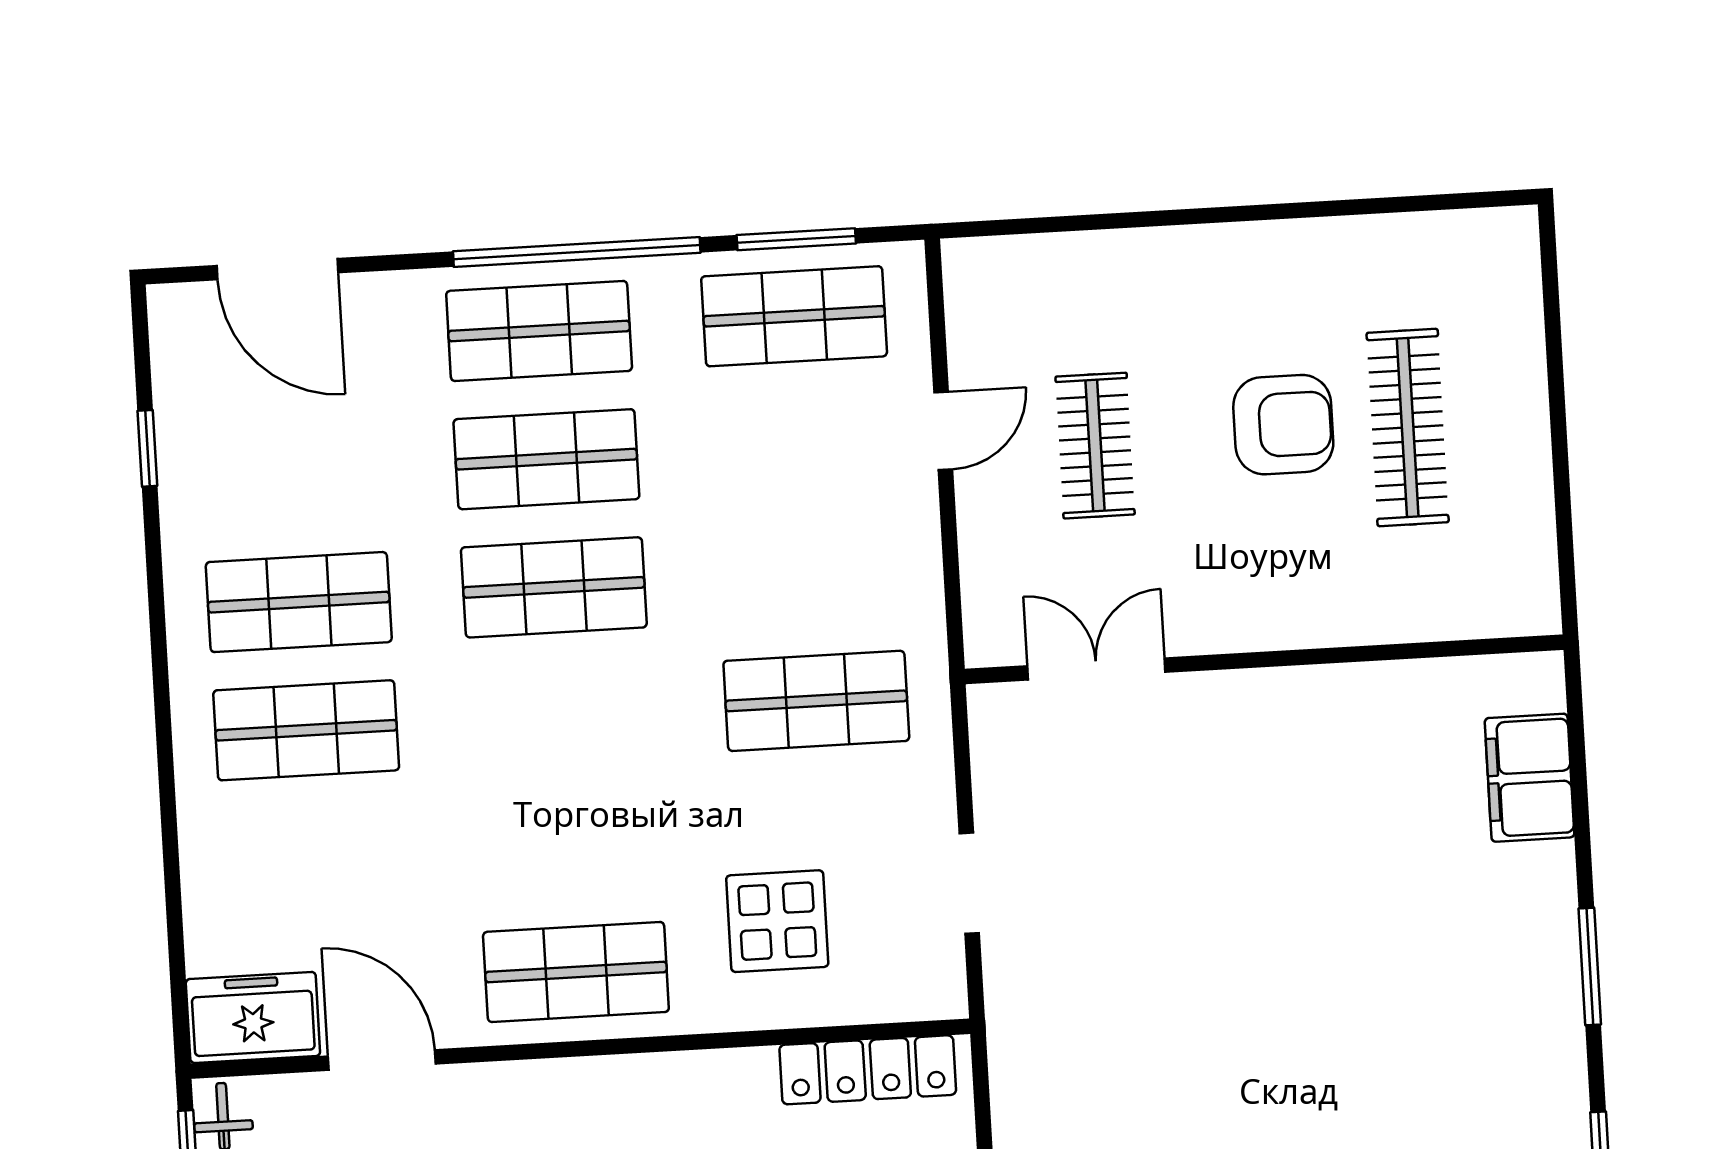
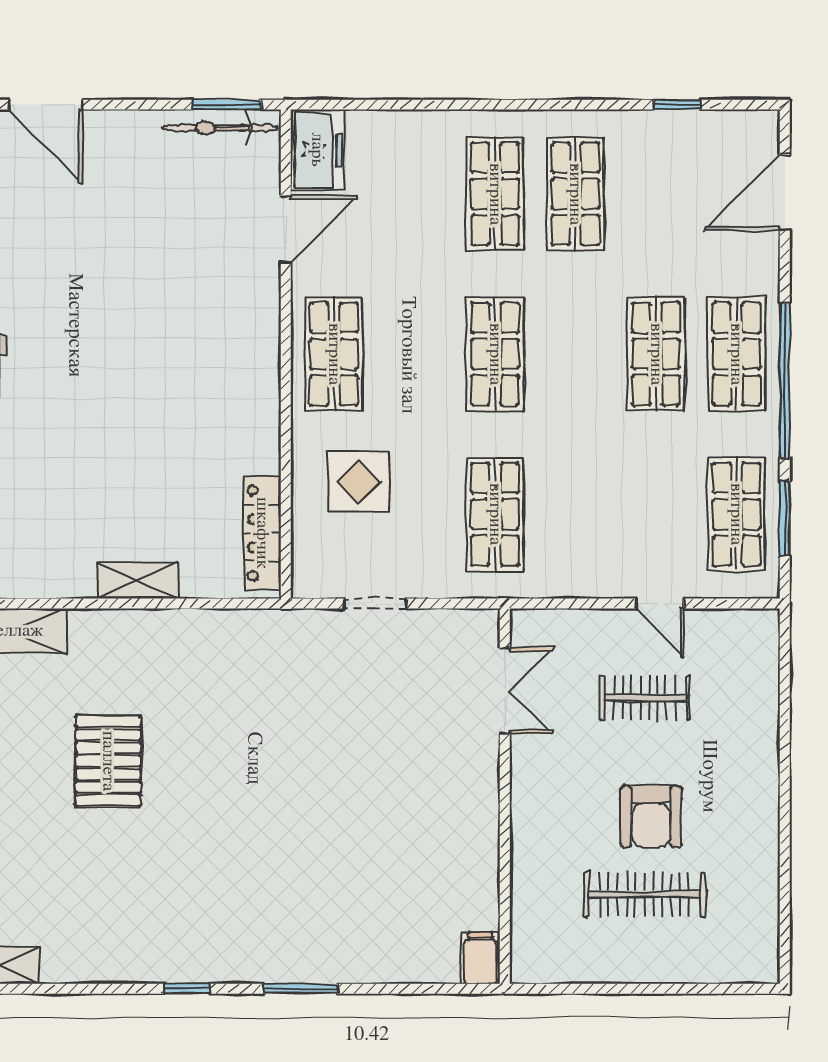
shop shelf: (554, 587) -> (495, 354), moved
filing cabinet: (1530, 778) -> (480, 958), moved, width x0.50

